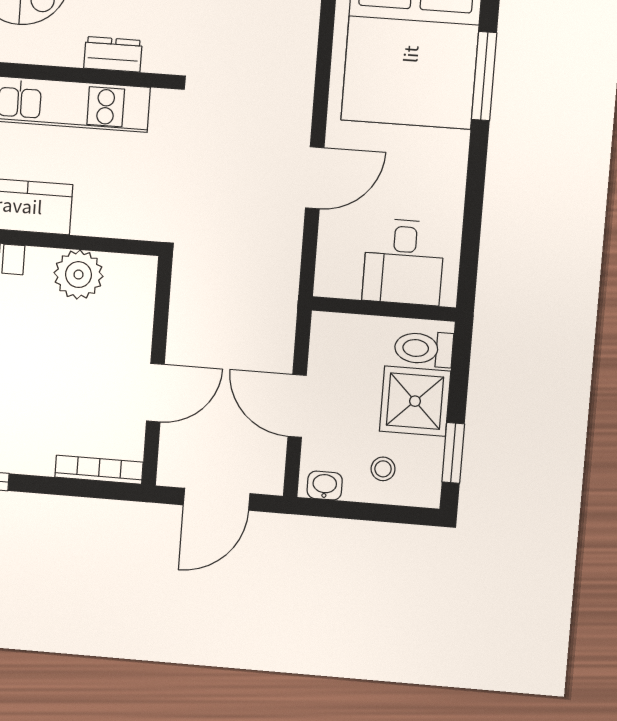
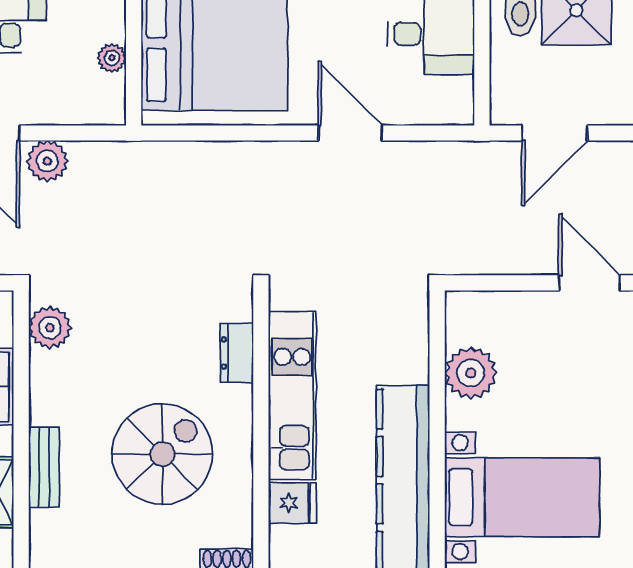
door: (297, 406) -> (555, 133), moved

